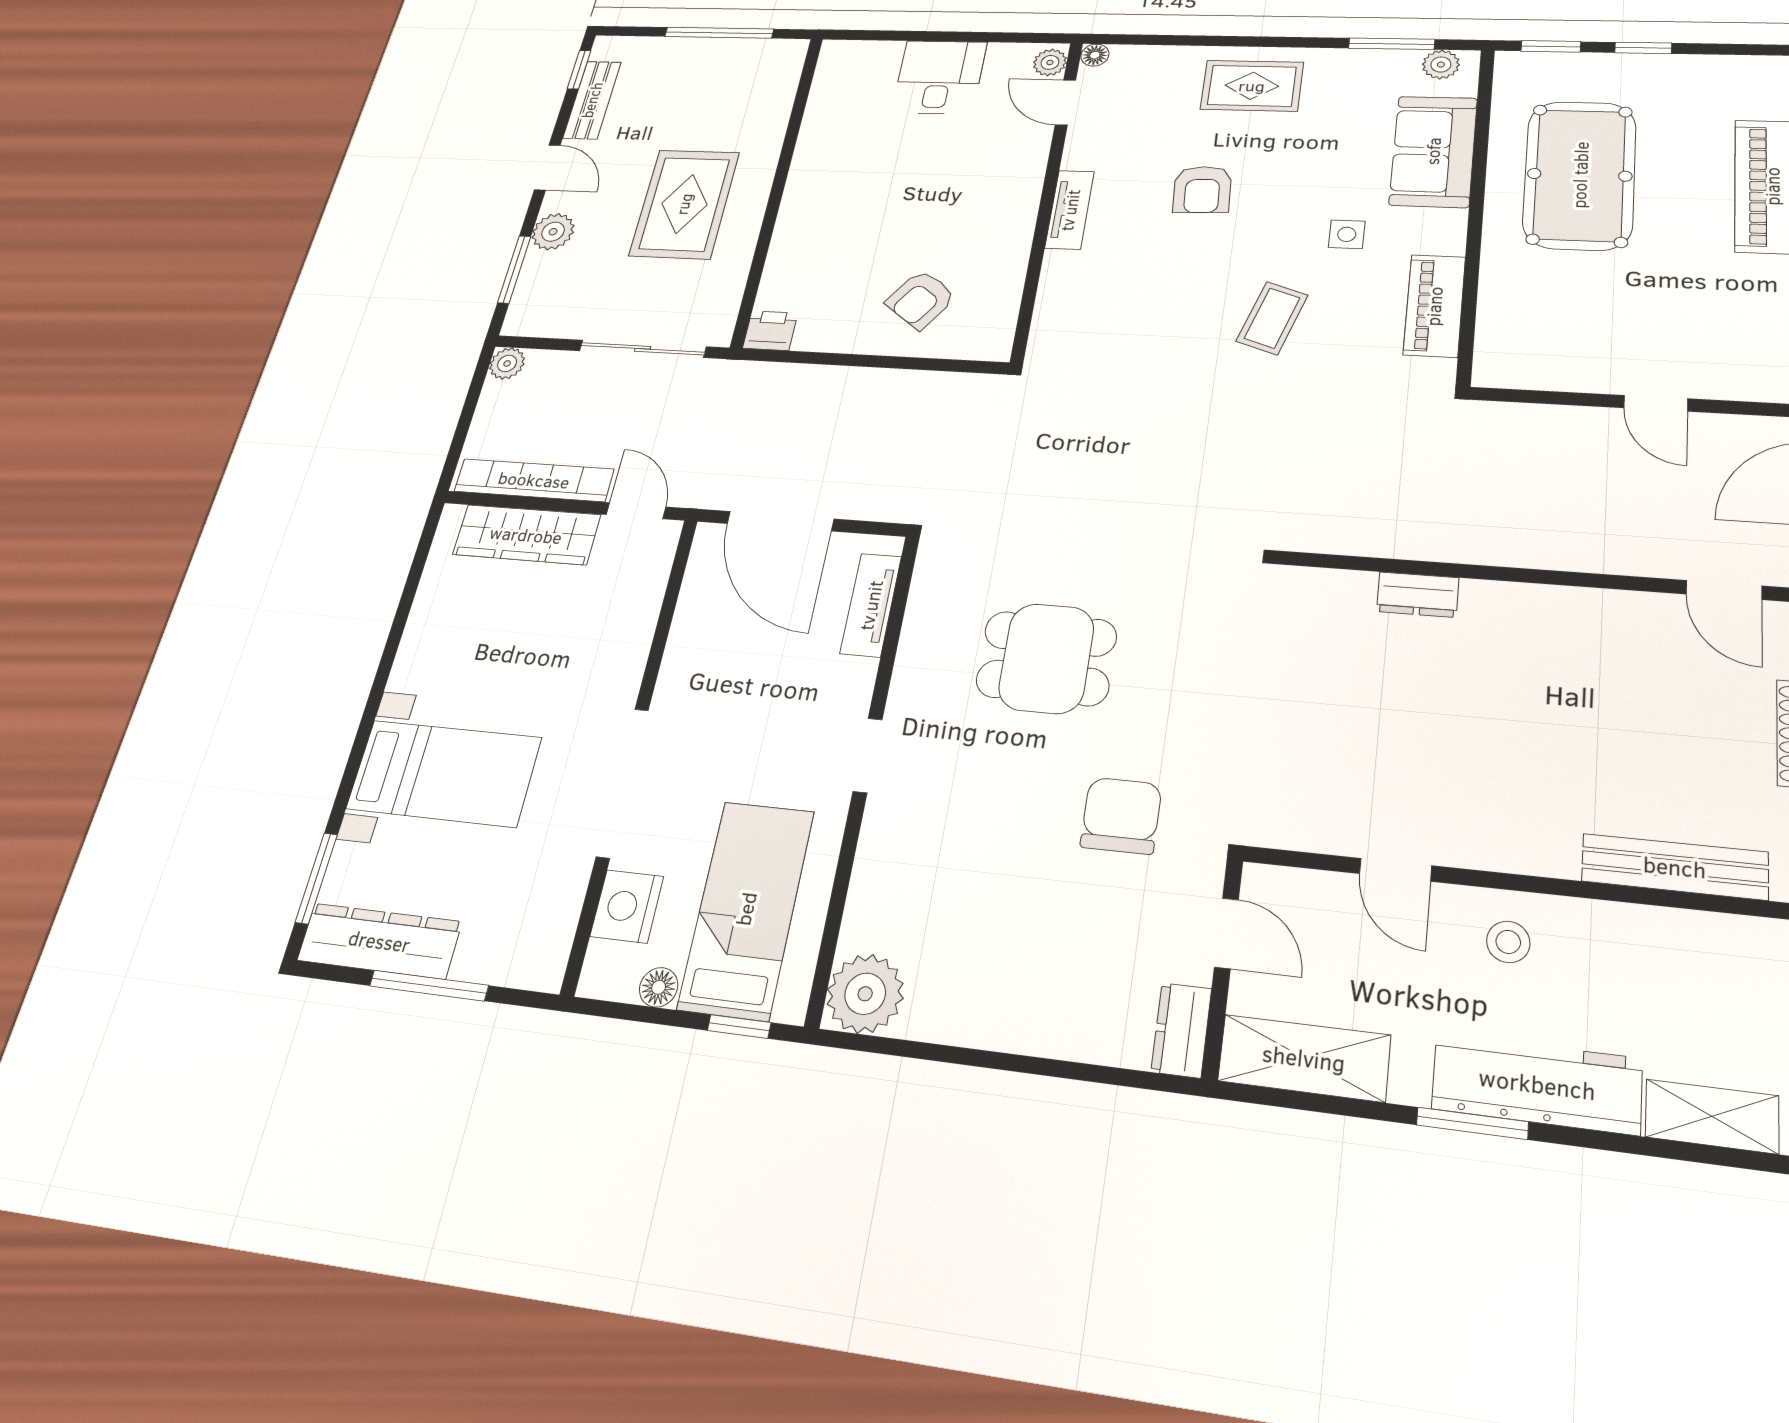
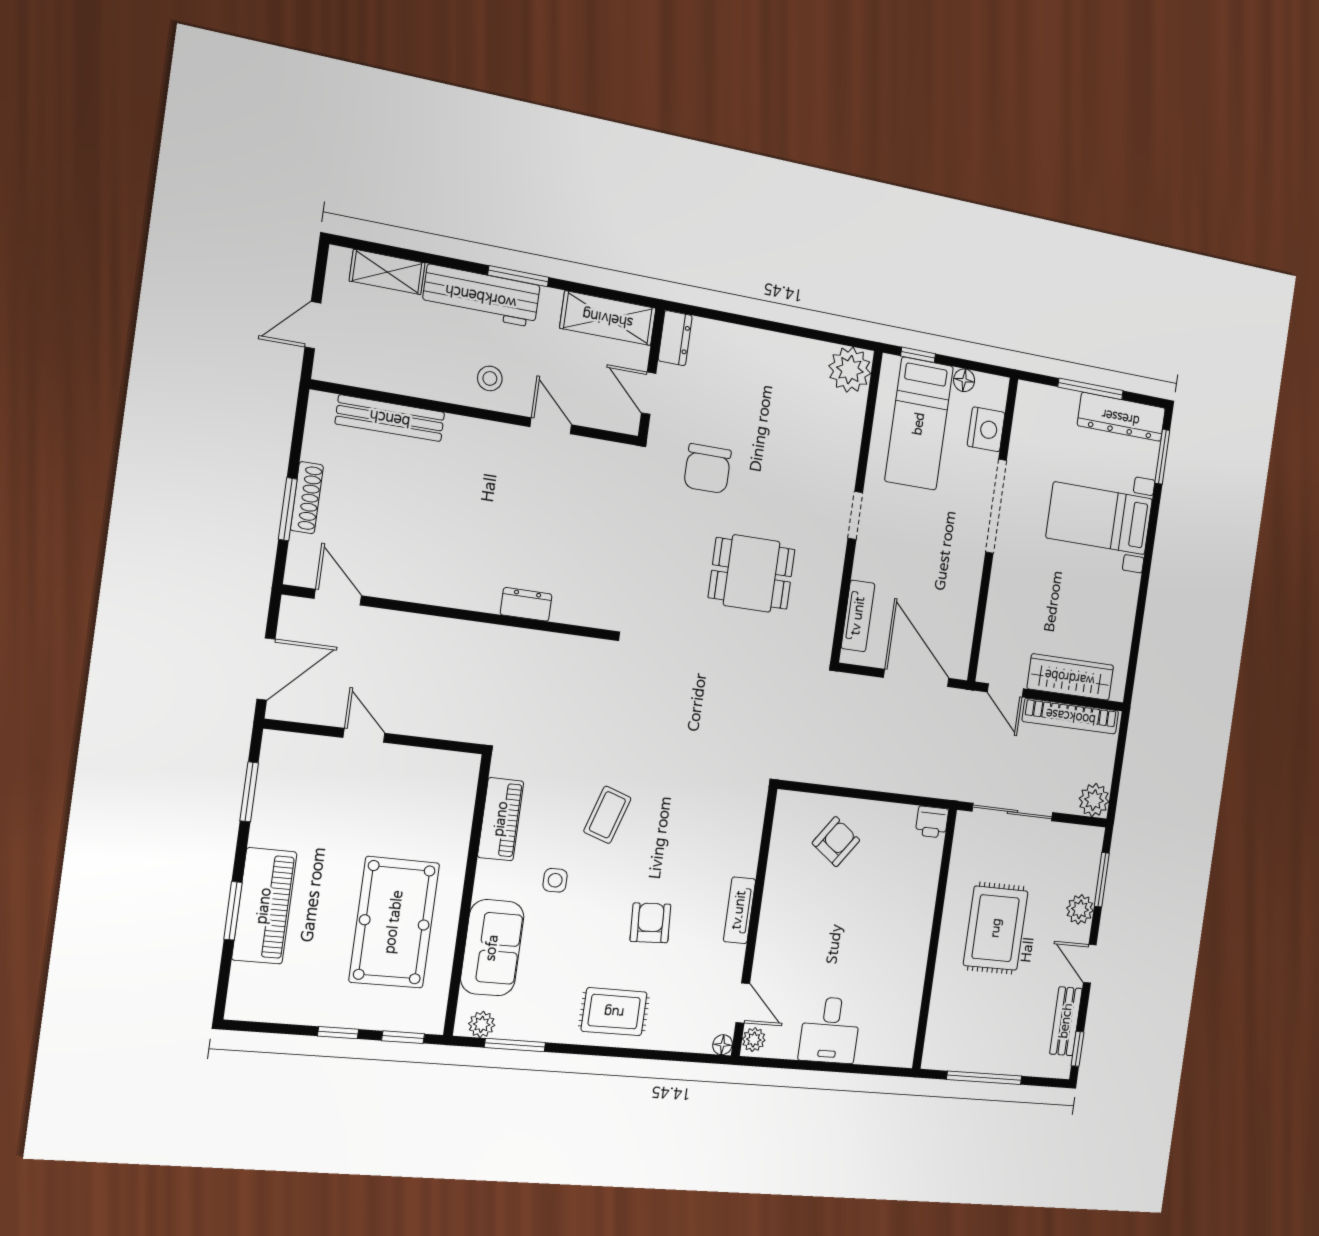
plant: (507, 363) -> (1094, 800), width x1.38, depth x1.38

